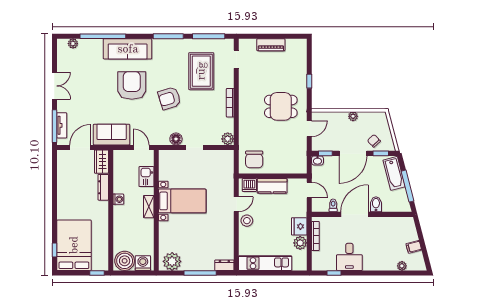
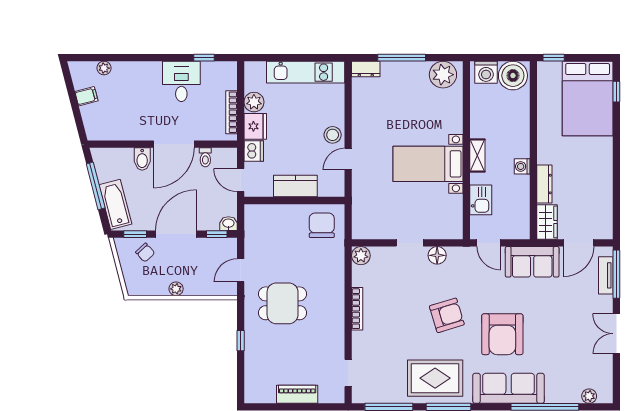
rug: (201, 71) -> (435, 378), moved, turned 90
dishwasher: (249, 185) -> (254, 151), moved, turned 90

